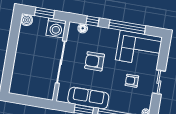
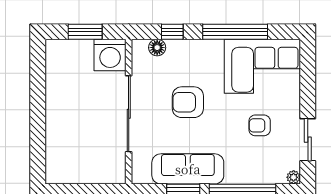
boiler: (27, 20) -> (55, 49), removed
sliding door: (159, 82) -> (308, 140), moved

